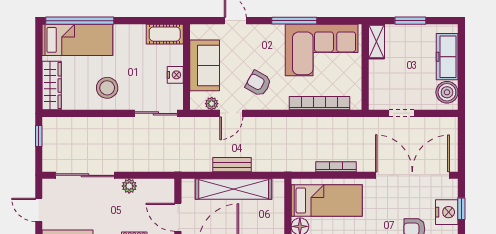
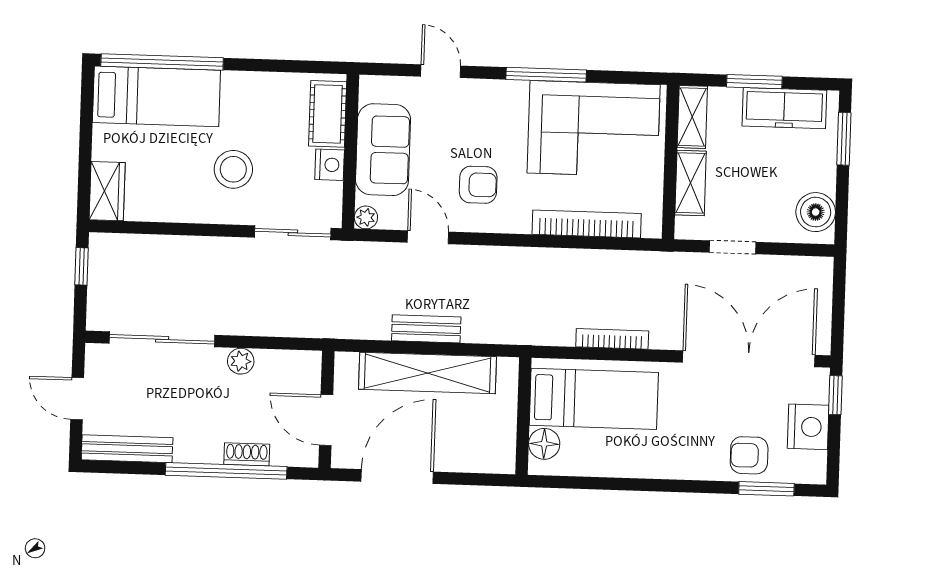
cot: (165, 34) -> (328, 114), moved, turned 90
window: (461, 51) -> (844, 139), added
freezer: (447, 57) -> (784, 108), moved, turned -90
shelving: (377, 78) -> (691, 183), added
armchair: (258, 83) -> (478, 185), turned 151
wardrobe: (52, 86) -> (107, 191), width x0.67
stool: (107, 88) -> (233, 169), moved
plant: (212, 104) -> (366, 217), moved
door: (231, 113) -> (428, 237), swing flipped
window: (461, 209) -> (835, 395), moved

